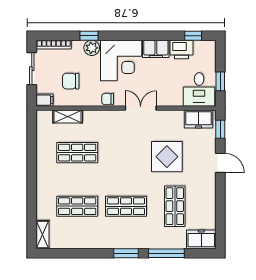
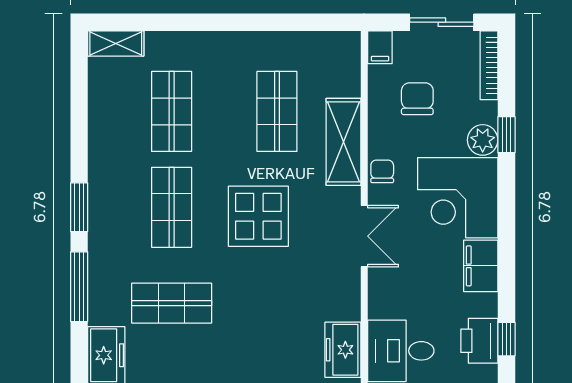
printer: (181, 50) -> (479, 341), moved
shelving: (68, 117) -> (343, 142), moved, width x1.50, depth x1.33
display table: (167, 157) -> (258, 216), moved

